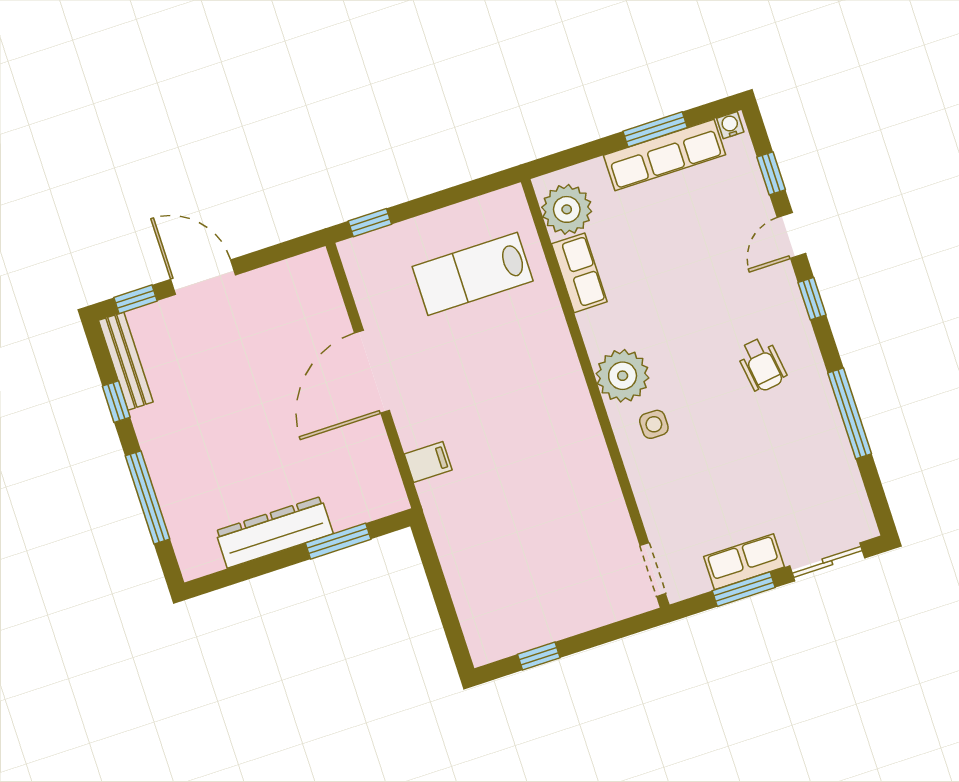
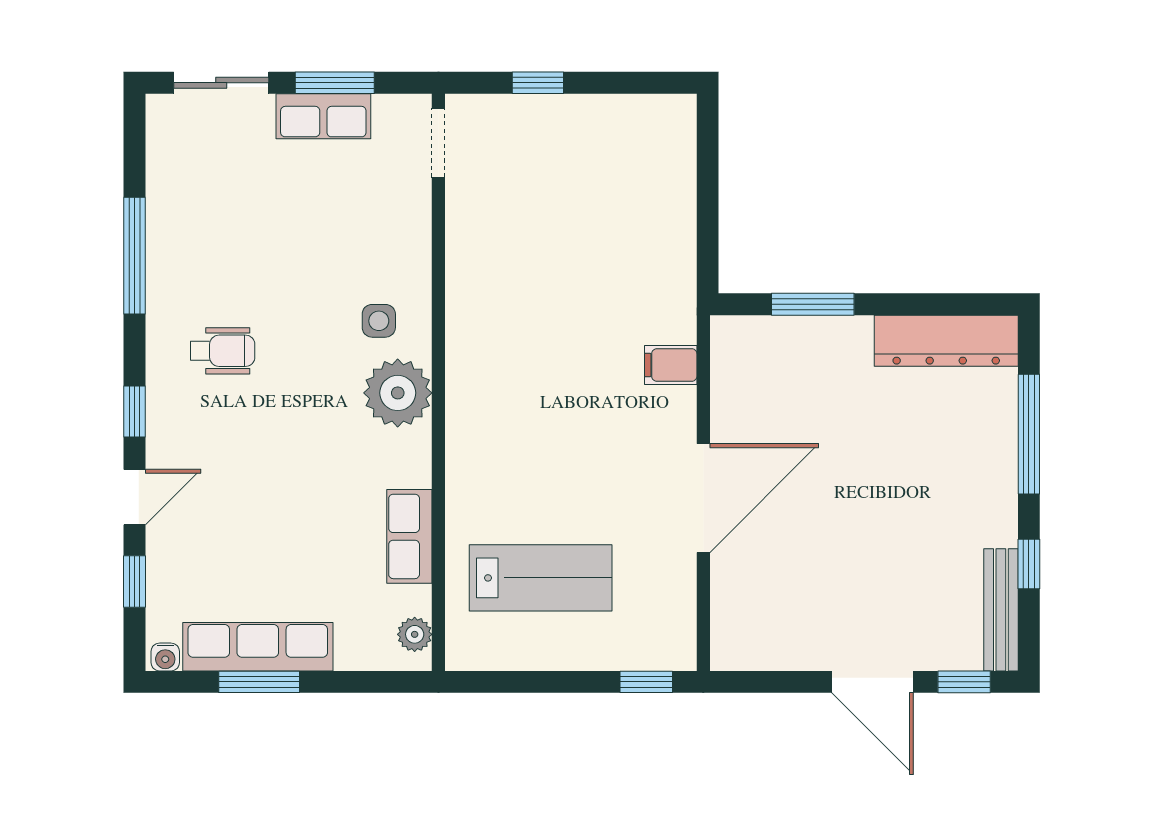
plant: (567, 209) -> (415, 634), width x0.53, depth x0.53
wheelchair: (762, 365) -> (223, 351), turned 98
dresser: (274, 532) -> (946, 341), moved
window: (539, 656) -> (538, 83), moved

